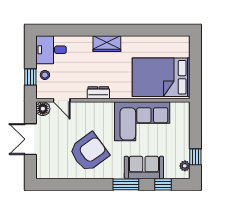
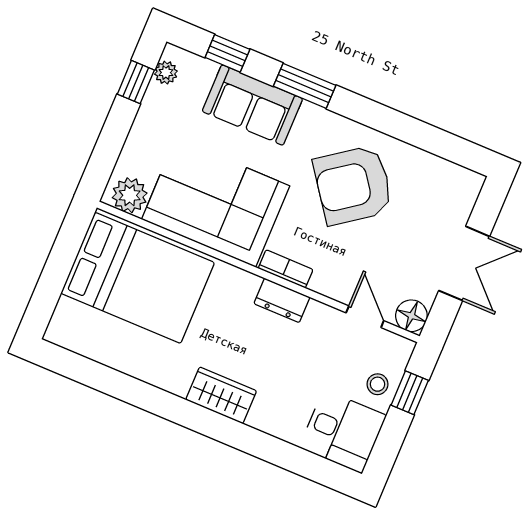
bookcase: (102, 106) -> (286, 269), added
plant: (179, 110) -> (130, 195), added

